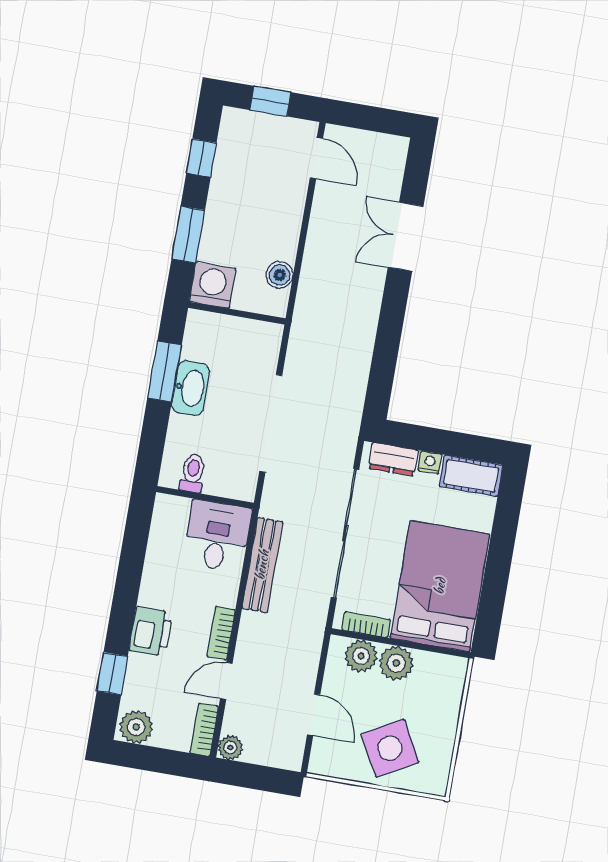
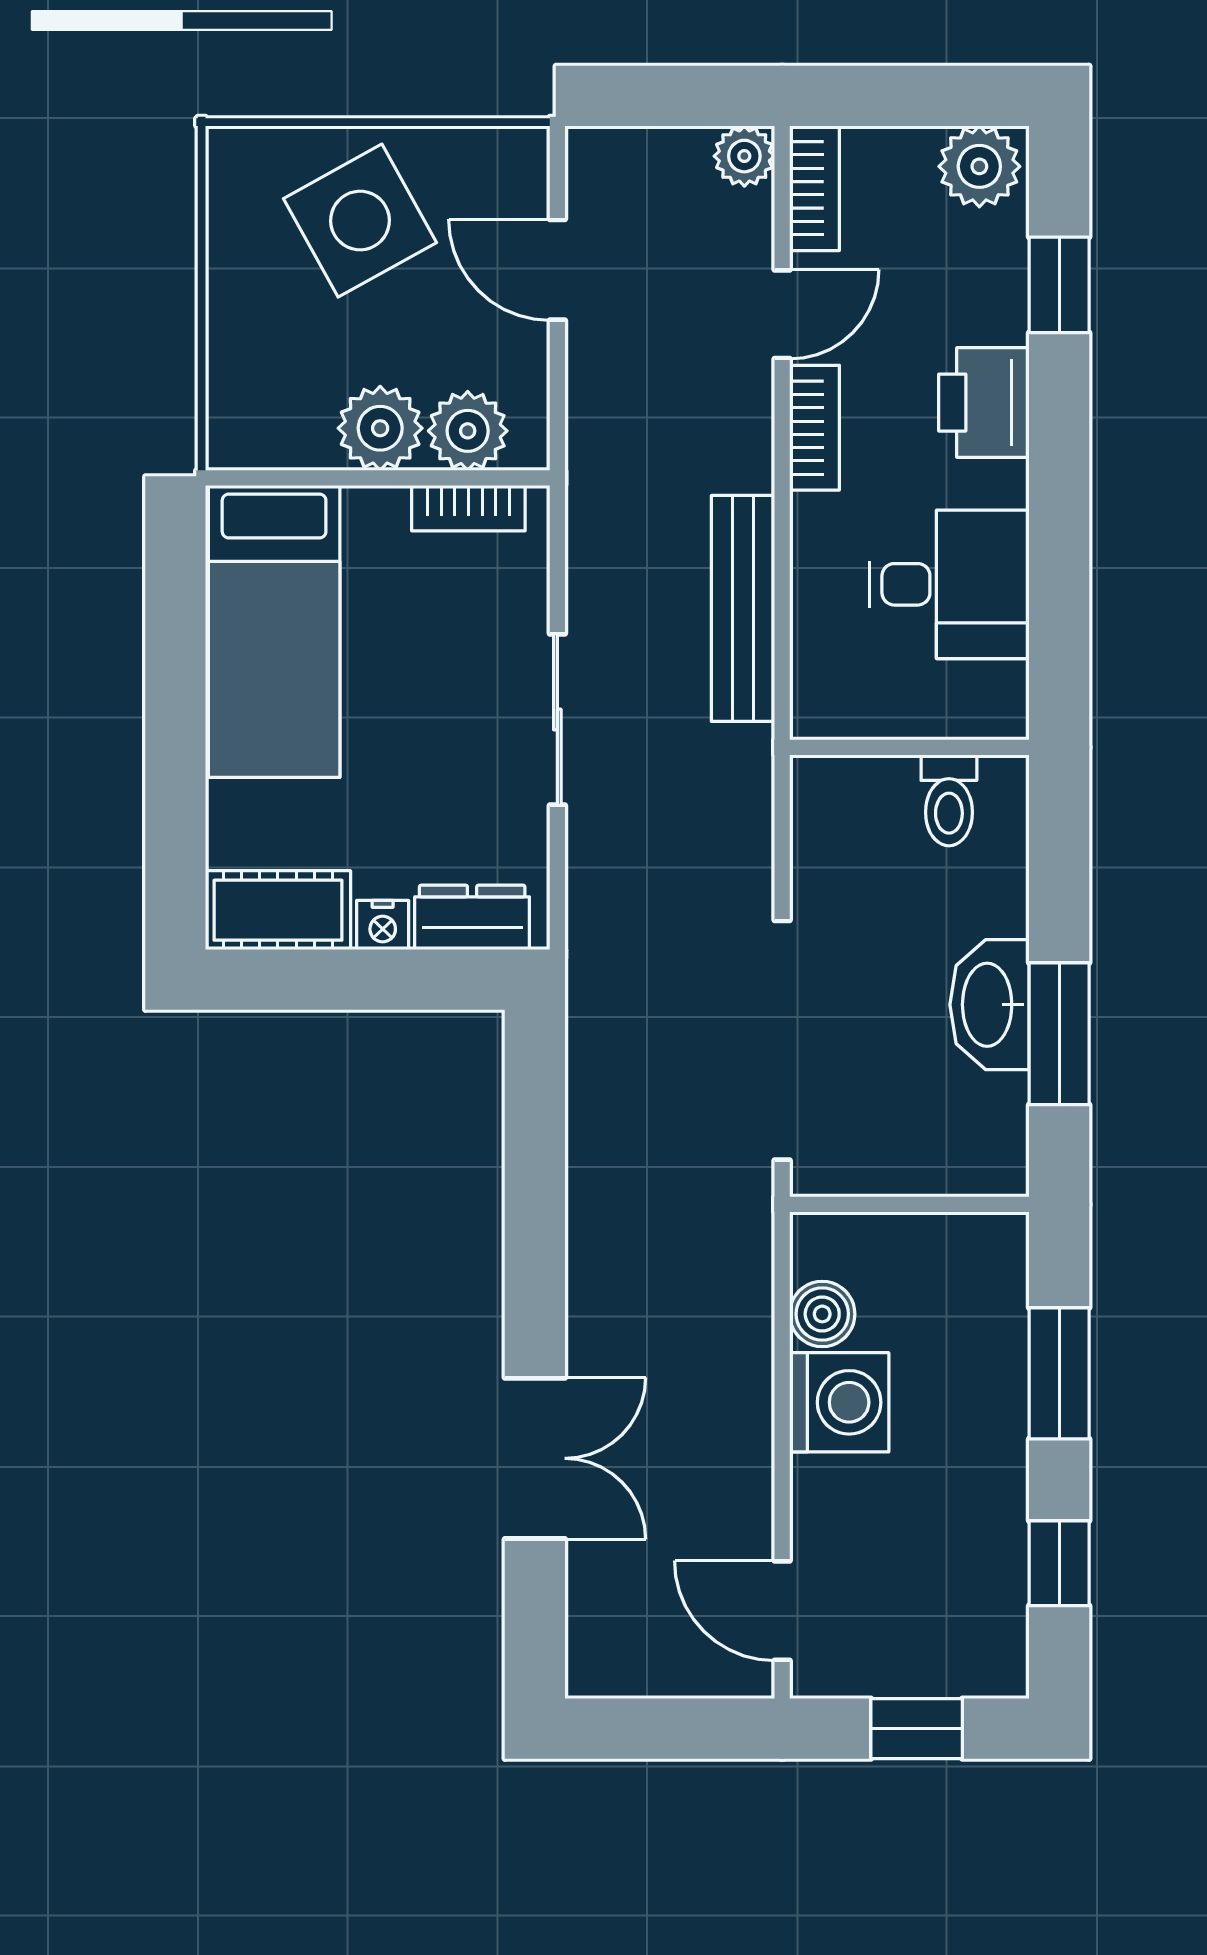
washing machine: (212, 285) -> (839, 1402), moved, turned -90
doorway: (271, 423) -> (782, 1040), moved
sliding door: (345, 533) -> (557, 719), width x0.54
desk: (217, 536) -> (949, 584), moved, turned -90
bed: (440, 586) -> (274, 631), width x0.67

